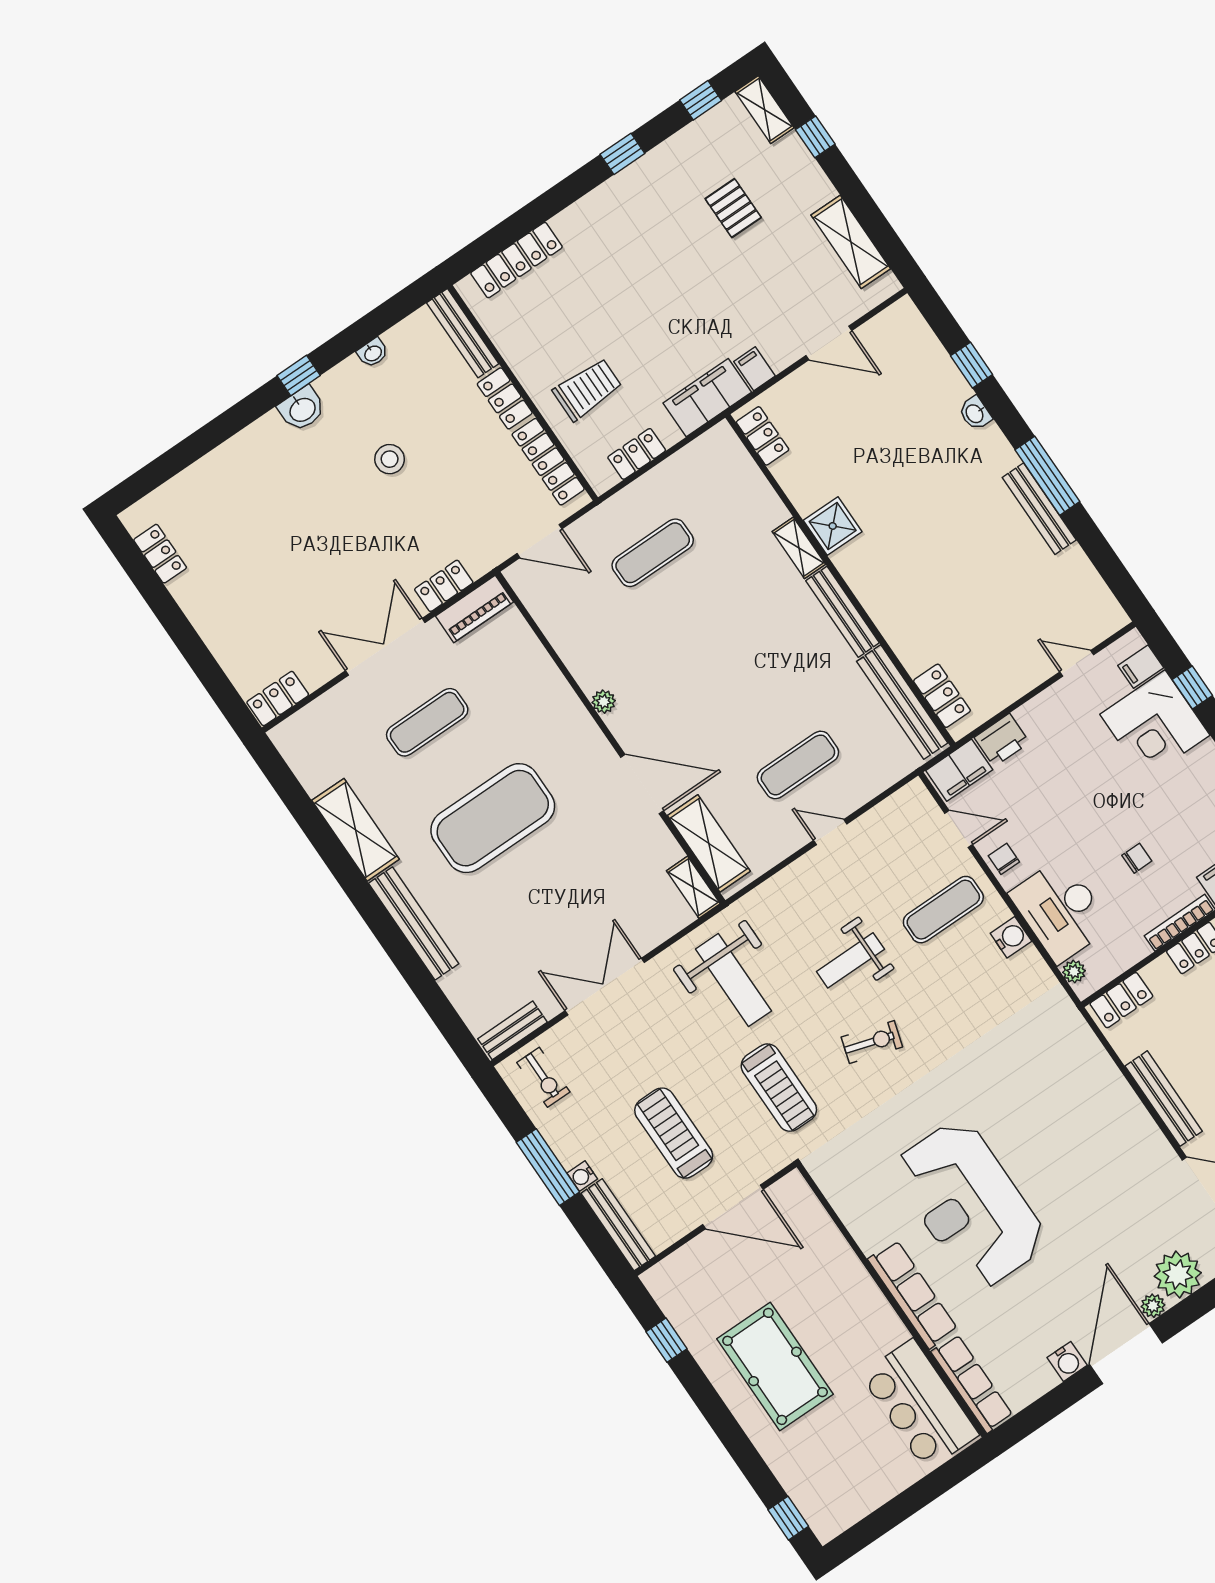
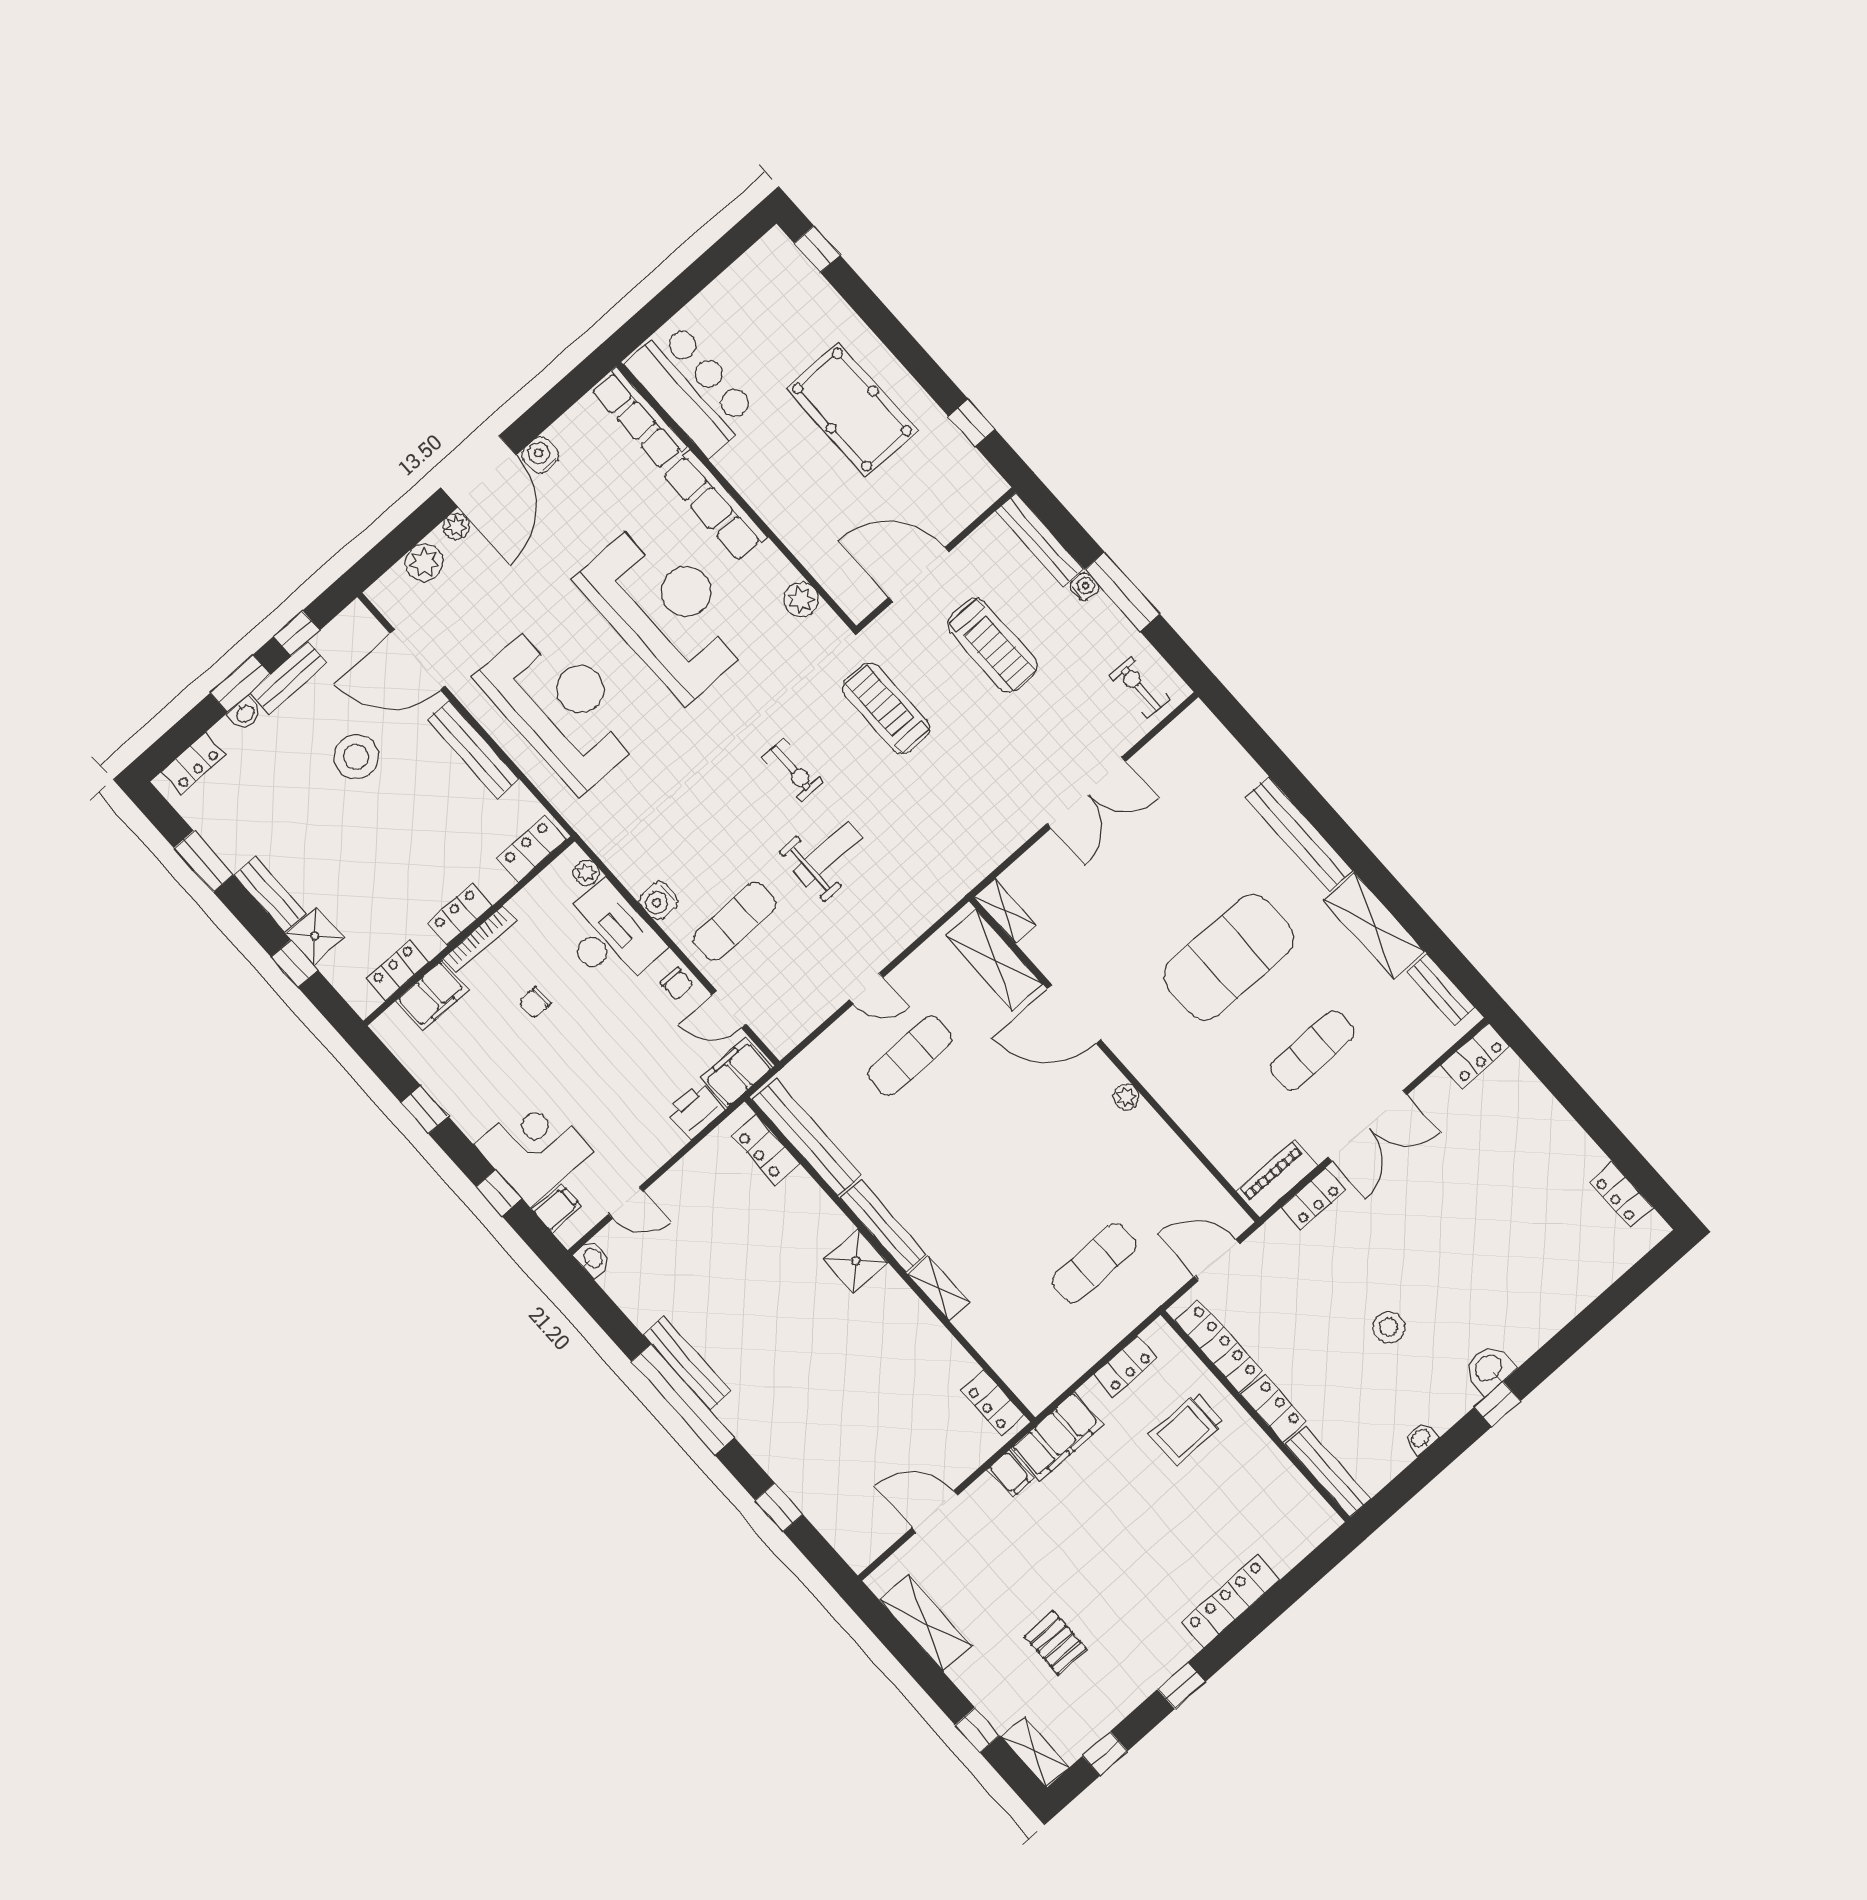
locker: (516, 260) -> (1231, 1601), moved
washbasin: (975, 413) -> (592, 1259), moved
window: (1047, 476) -> (683, 1399), width x1.46
shower: (833, 526) -> (856, 1261), moved
weight bench: (733, 980) -> (949, 817), removed
bench: (512, 1030) -> (1441, 989), moved, turned 90
exercise bike: (872, 1042) -> (793, 770), turned -107
reception desk: (1077, 1128) -> (561, 706), added
plant: (844, 1198) -> (801, 600), added
plant: (1178, 1275) -> (424, 562), width x0.73, depth x0.73

